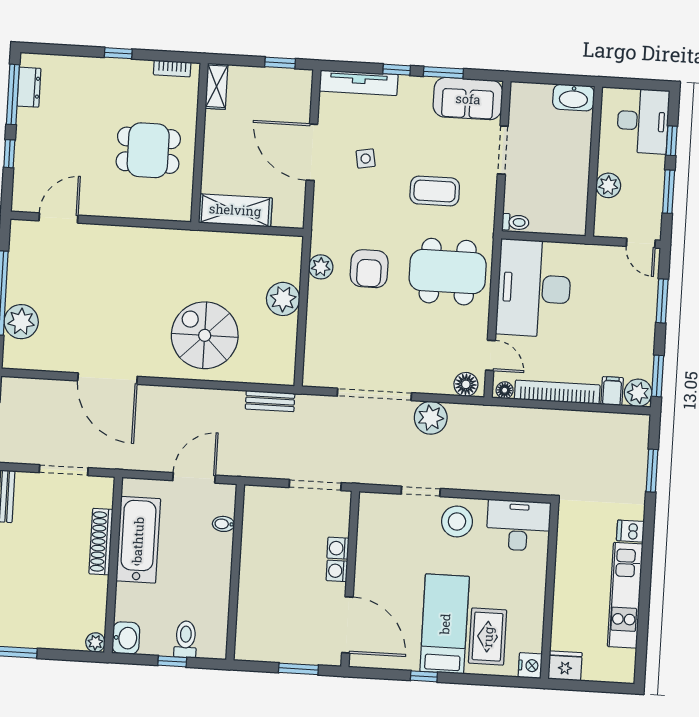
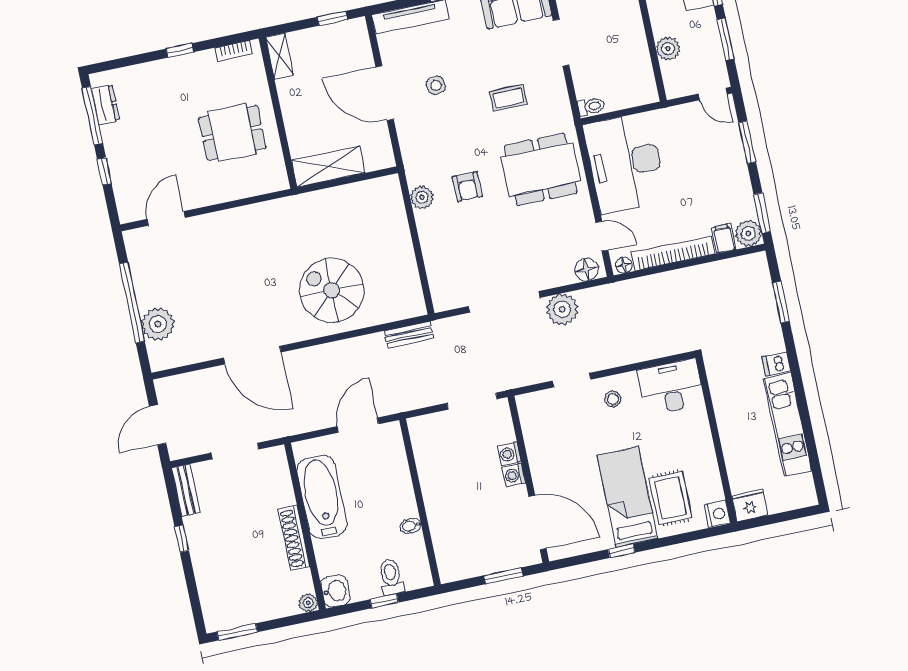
coffee table: (435, 191) -> (508, 98), width x0.73, depth x0.77
armchair: (369, 269) -> (467, 187), width x0.72, depth x0.72
plant: (283, 299) -> (395, 237), removed
stool: (457, 521) -> (613, 399), width x0.53, depth x0.53
bidet: (223, 524) -> (411, 526), moved
shoe rack: (101, 542) -> (294, 538), moved

